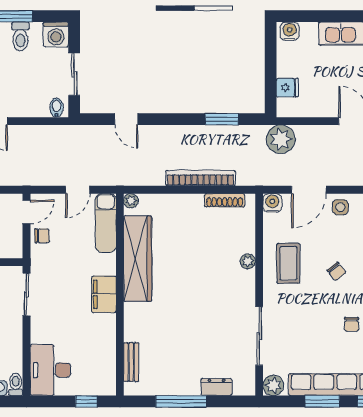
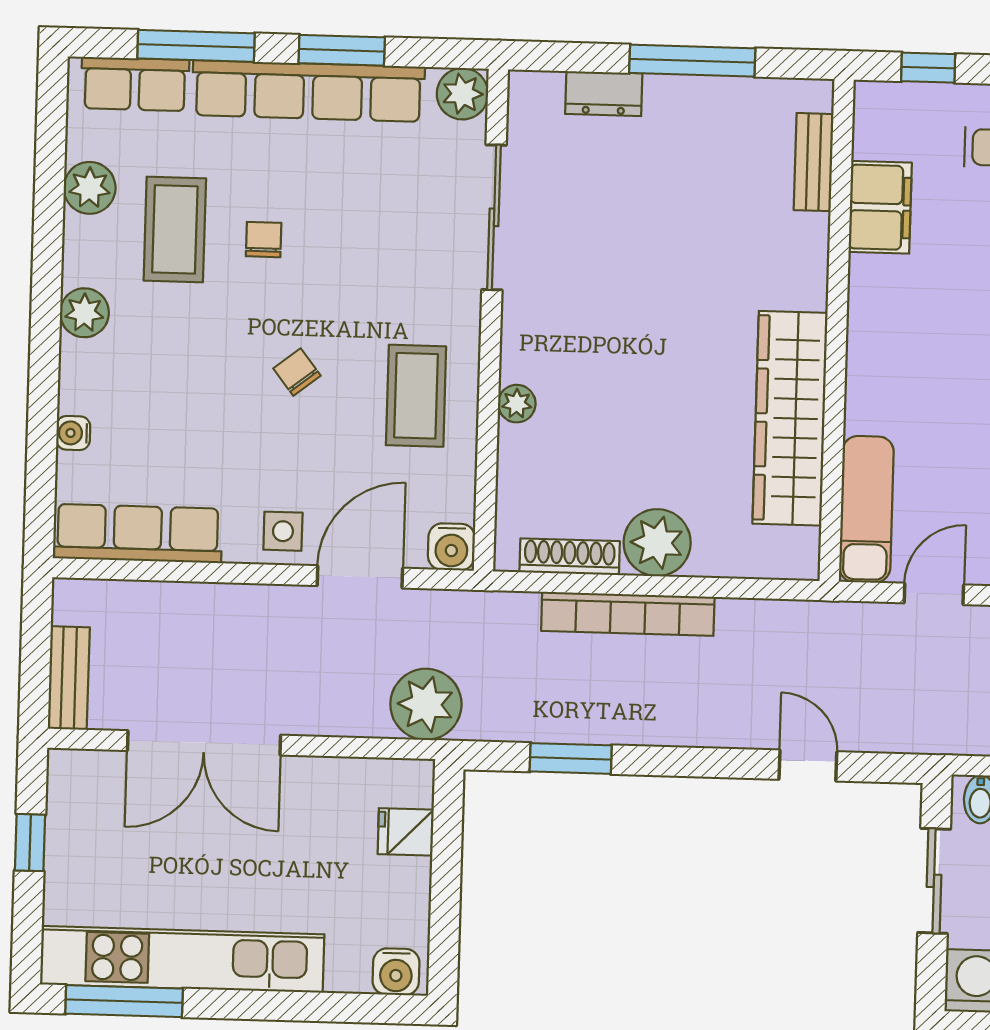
plant: (131, 201) -> (657, 543), moved, width x1.87, depth x1.87
filing cabinet: (104, 294) -> (880, 207), moved

